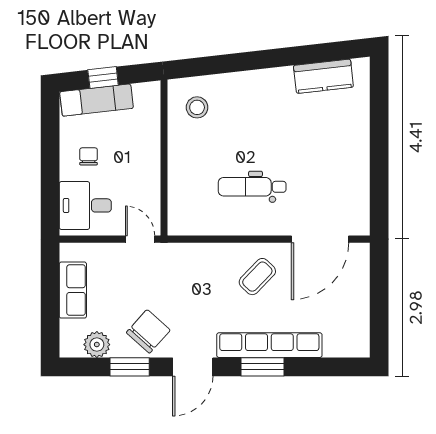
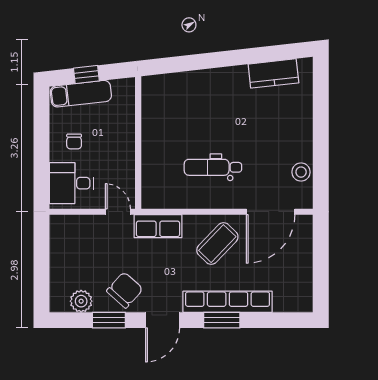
stool: (197, 107) -> (301, 172), moved
chair: (89, 156) -> (74, 141), turned 180
coffee table: (257, 277) -> (217, 244), width x1.36, depth x1.30
row of seats: (73, 290) -> (158, 226), moved, turned 90

